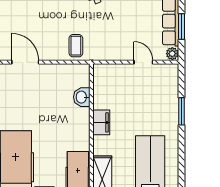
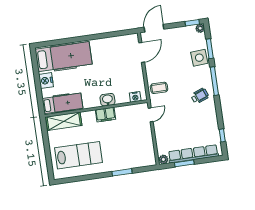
door: (143, 62) -> (151, 115), moved
nightstand: (83, 79) -> (135, 97), added
washbasin: (82, 97) -> (108, 100), moved

